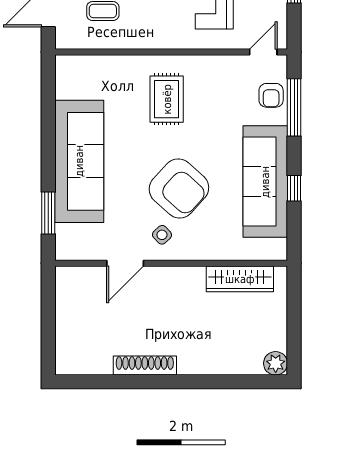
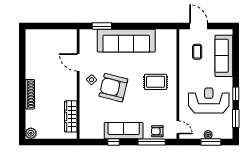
sofa: (265, 182) -> (124, 131), width x0.74, depth x0.79
armchair: (179, 188) -> (113, 88), turned 62
shoe rack: (145, 366) -> (30, 94), moved

